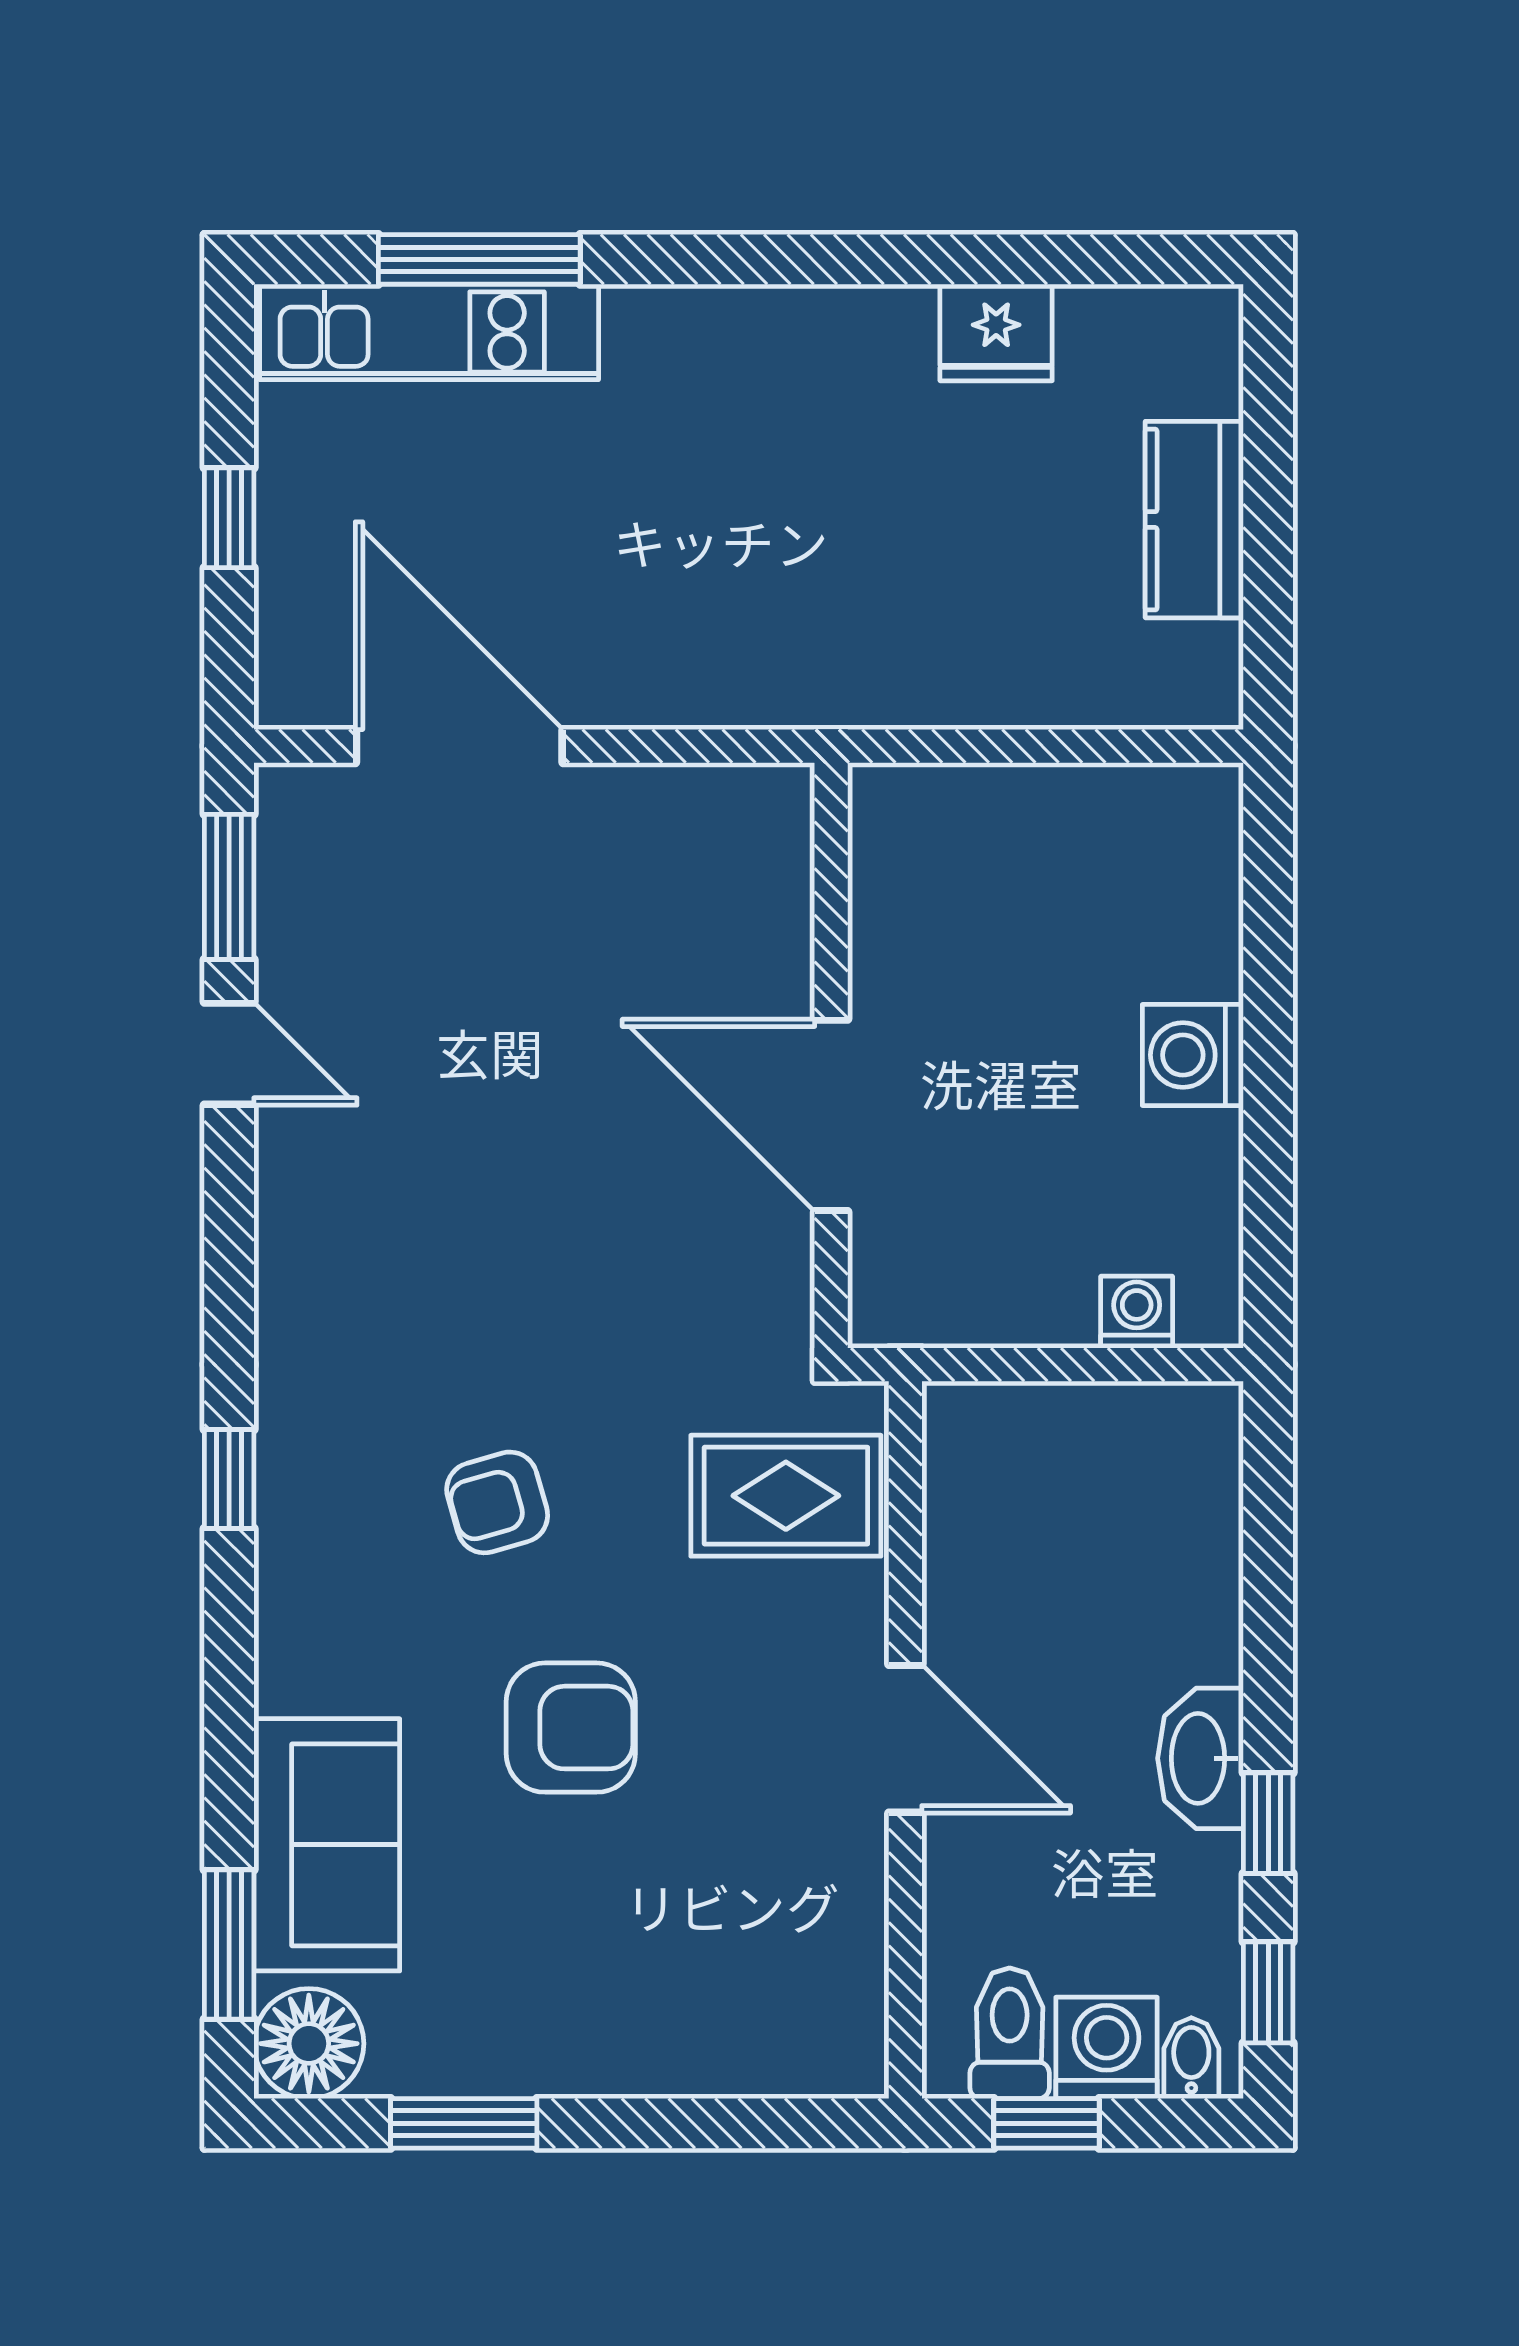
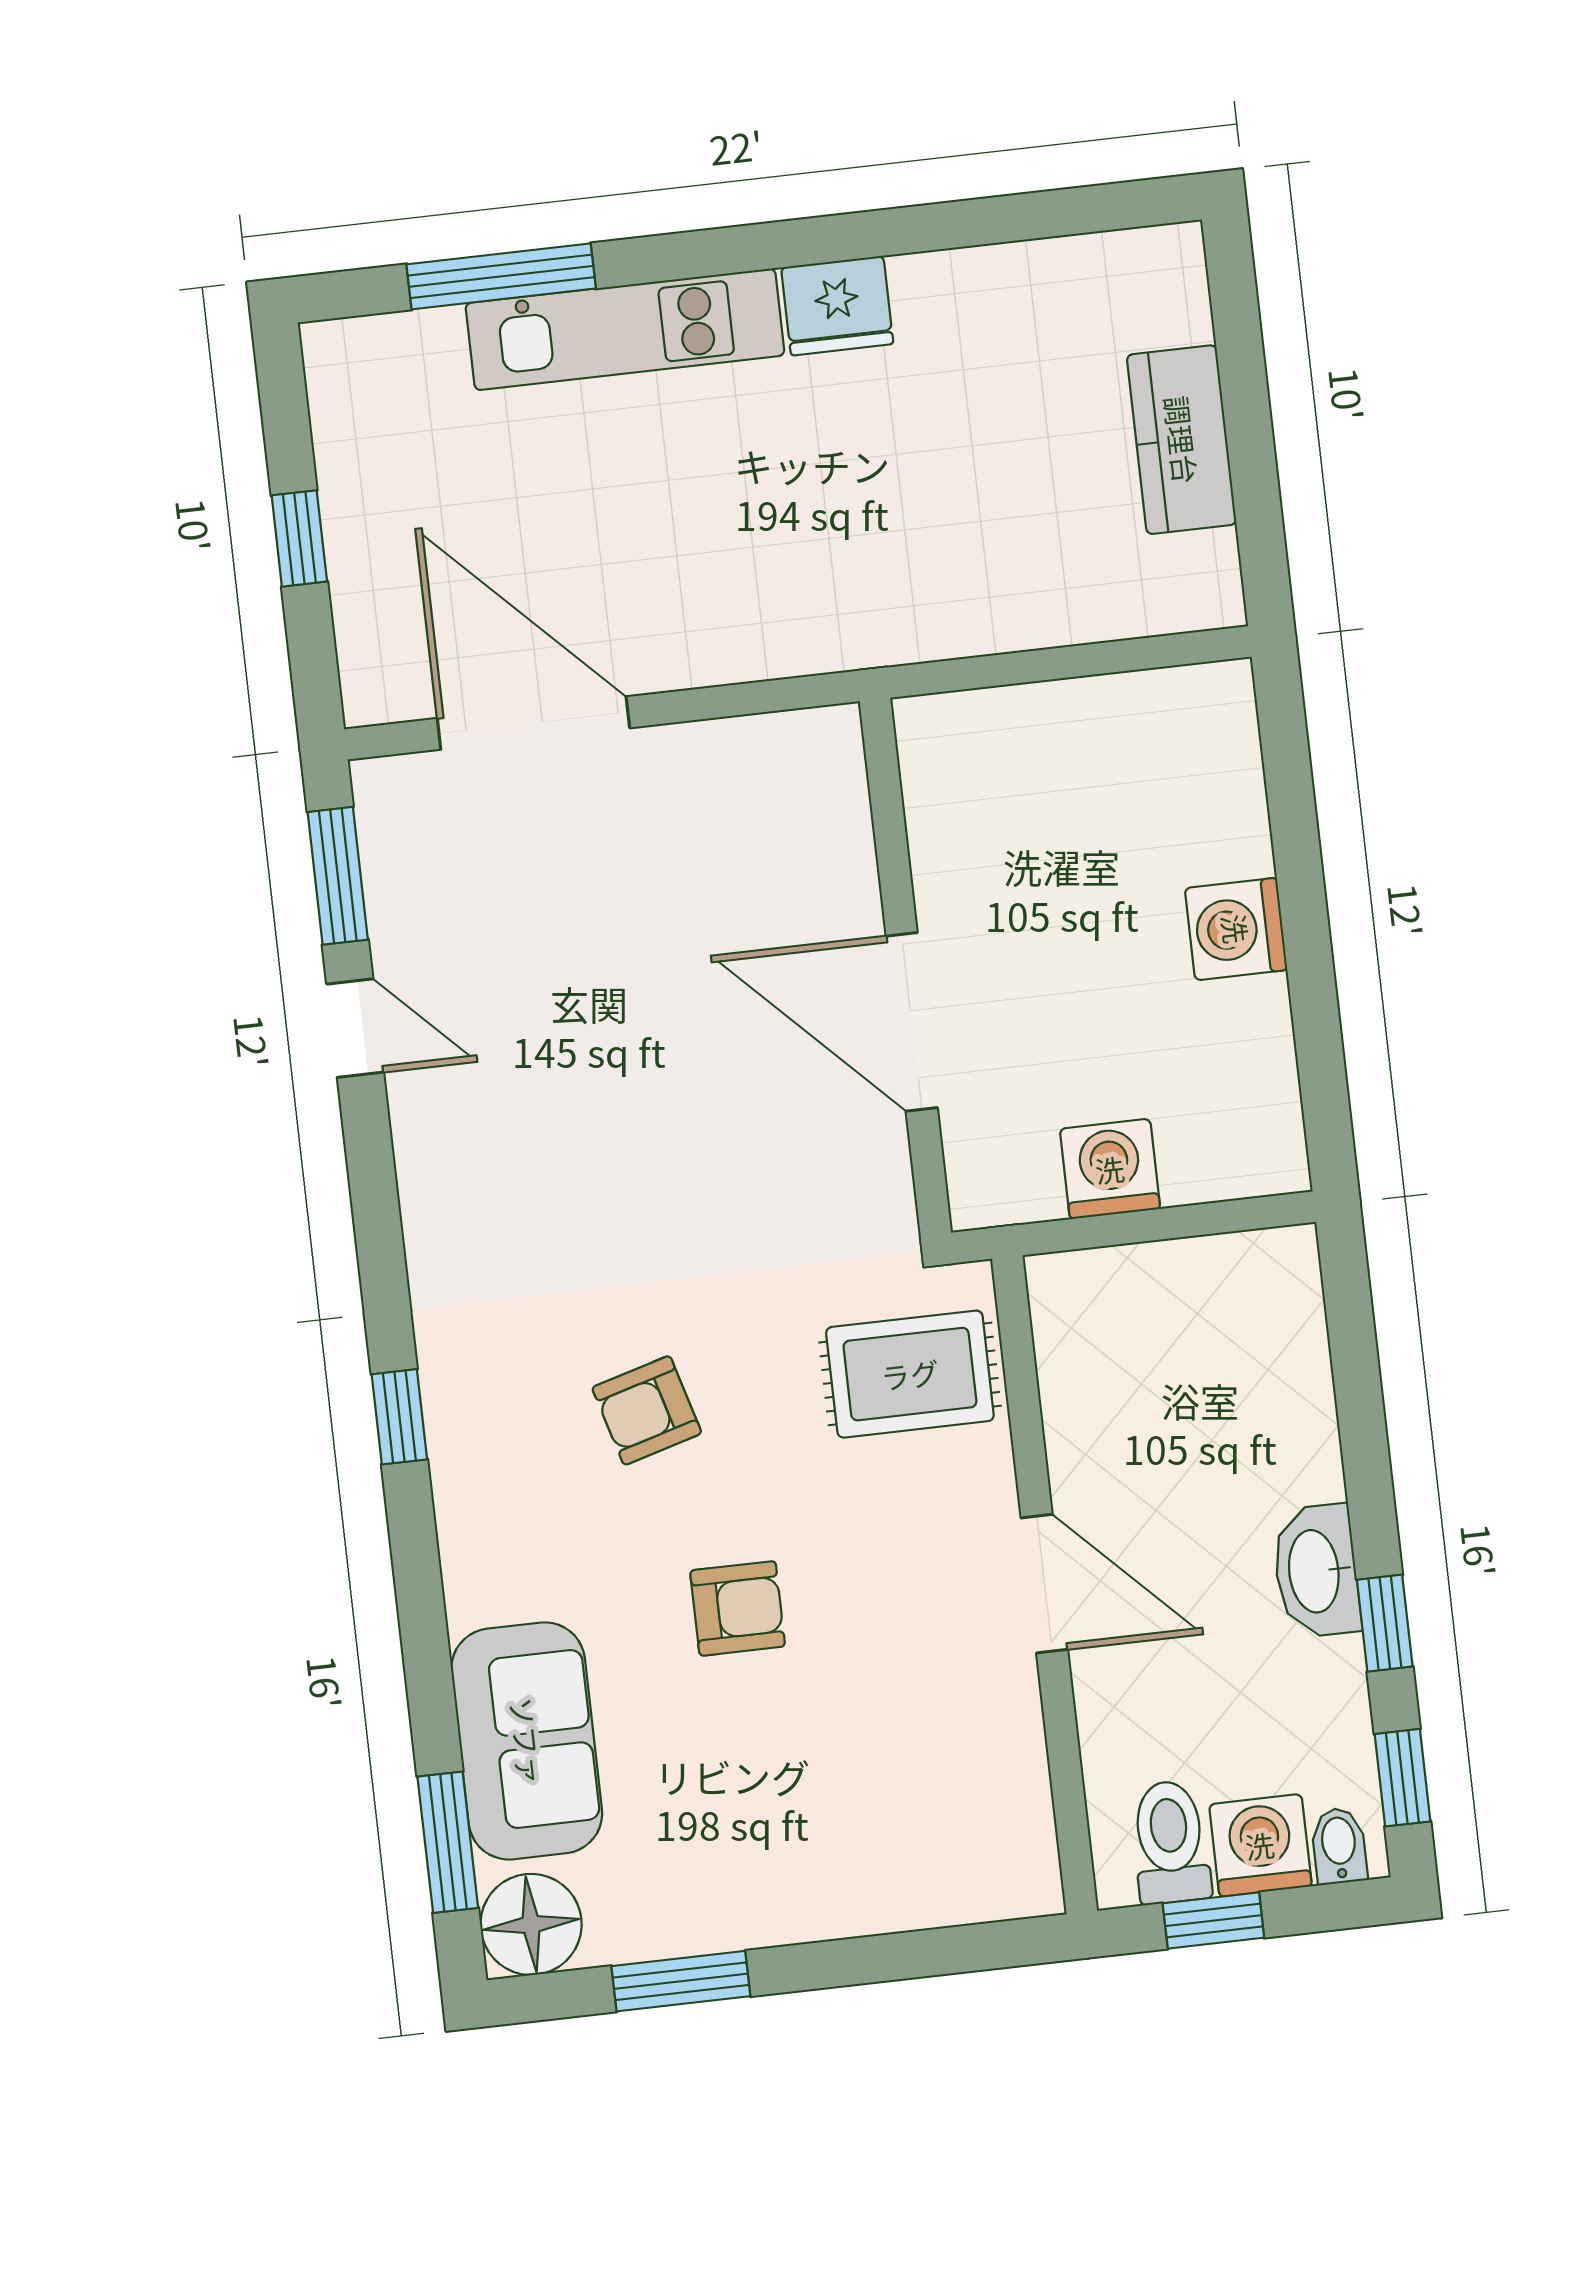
kitchen unit: (429, 332) -> (625, 329), moved
fridge: (996, 333) -> (837, 306), moved
washing machine: (1137, 1312) -> (1110, 1169), moved, width x1.38, depth x1.38
armchair: (571, 1728) -> (738, 1608), width x0.72, depth x0.72

